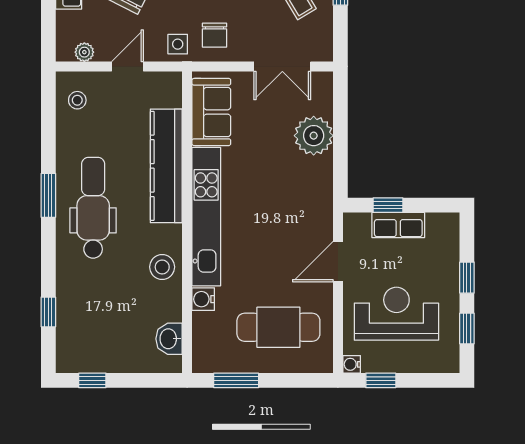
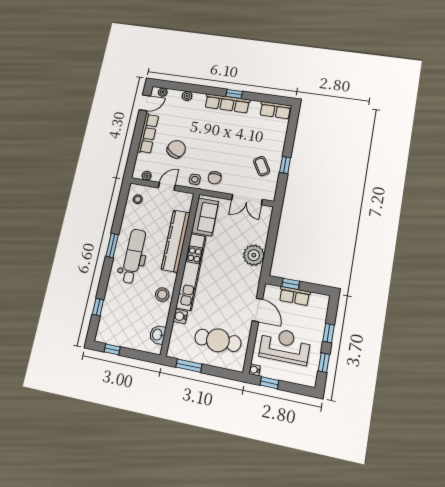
plant: (314, 136) -> (254, 255), moved
door: (338, 262) -> (257, 310), swing flipped

